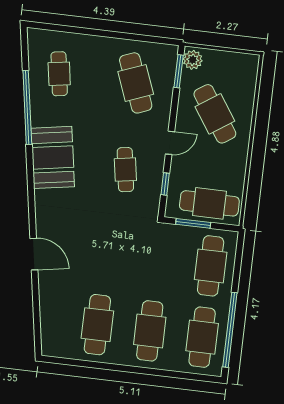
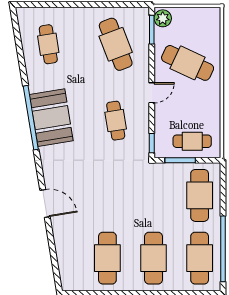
window: (27, 107) -> (31, 118), moved
cafe table: (215, 114) -> (188, 63), turned -31
window: (165, 184) -> (152, 143), moved
cafe table: (209, 203) -> (192, 141), width x0.73, depth x0.74

